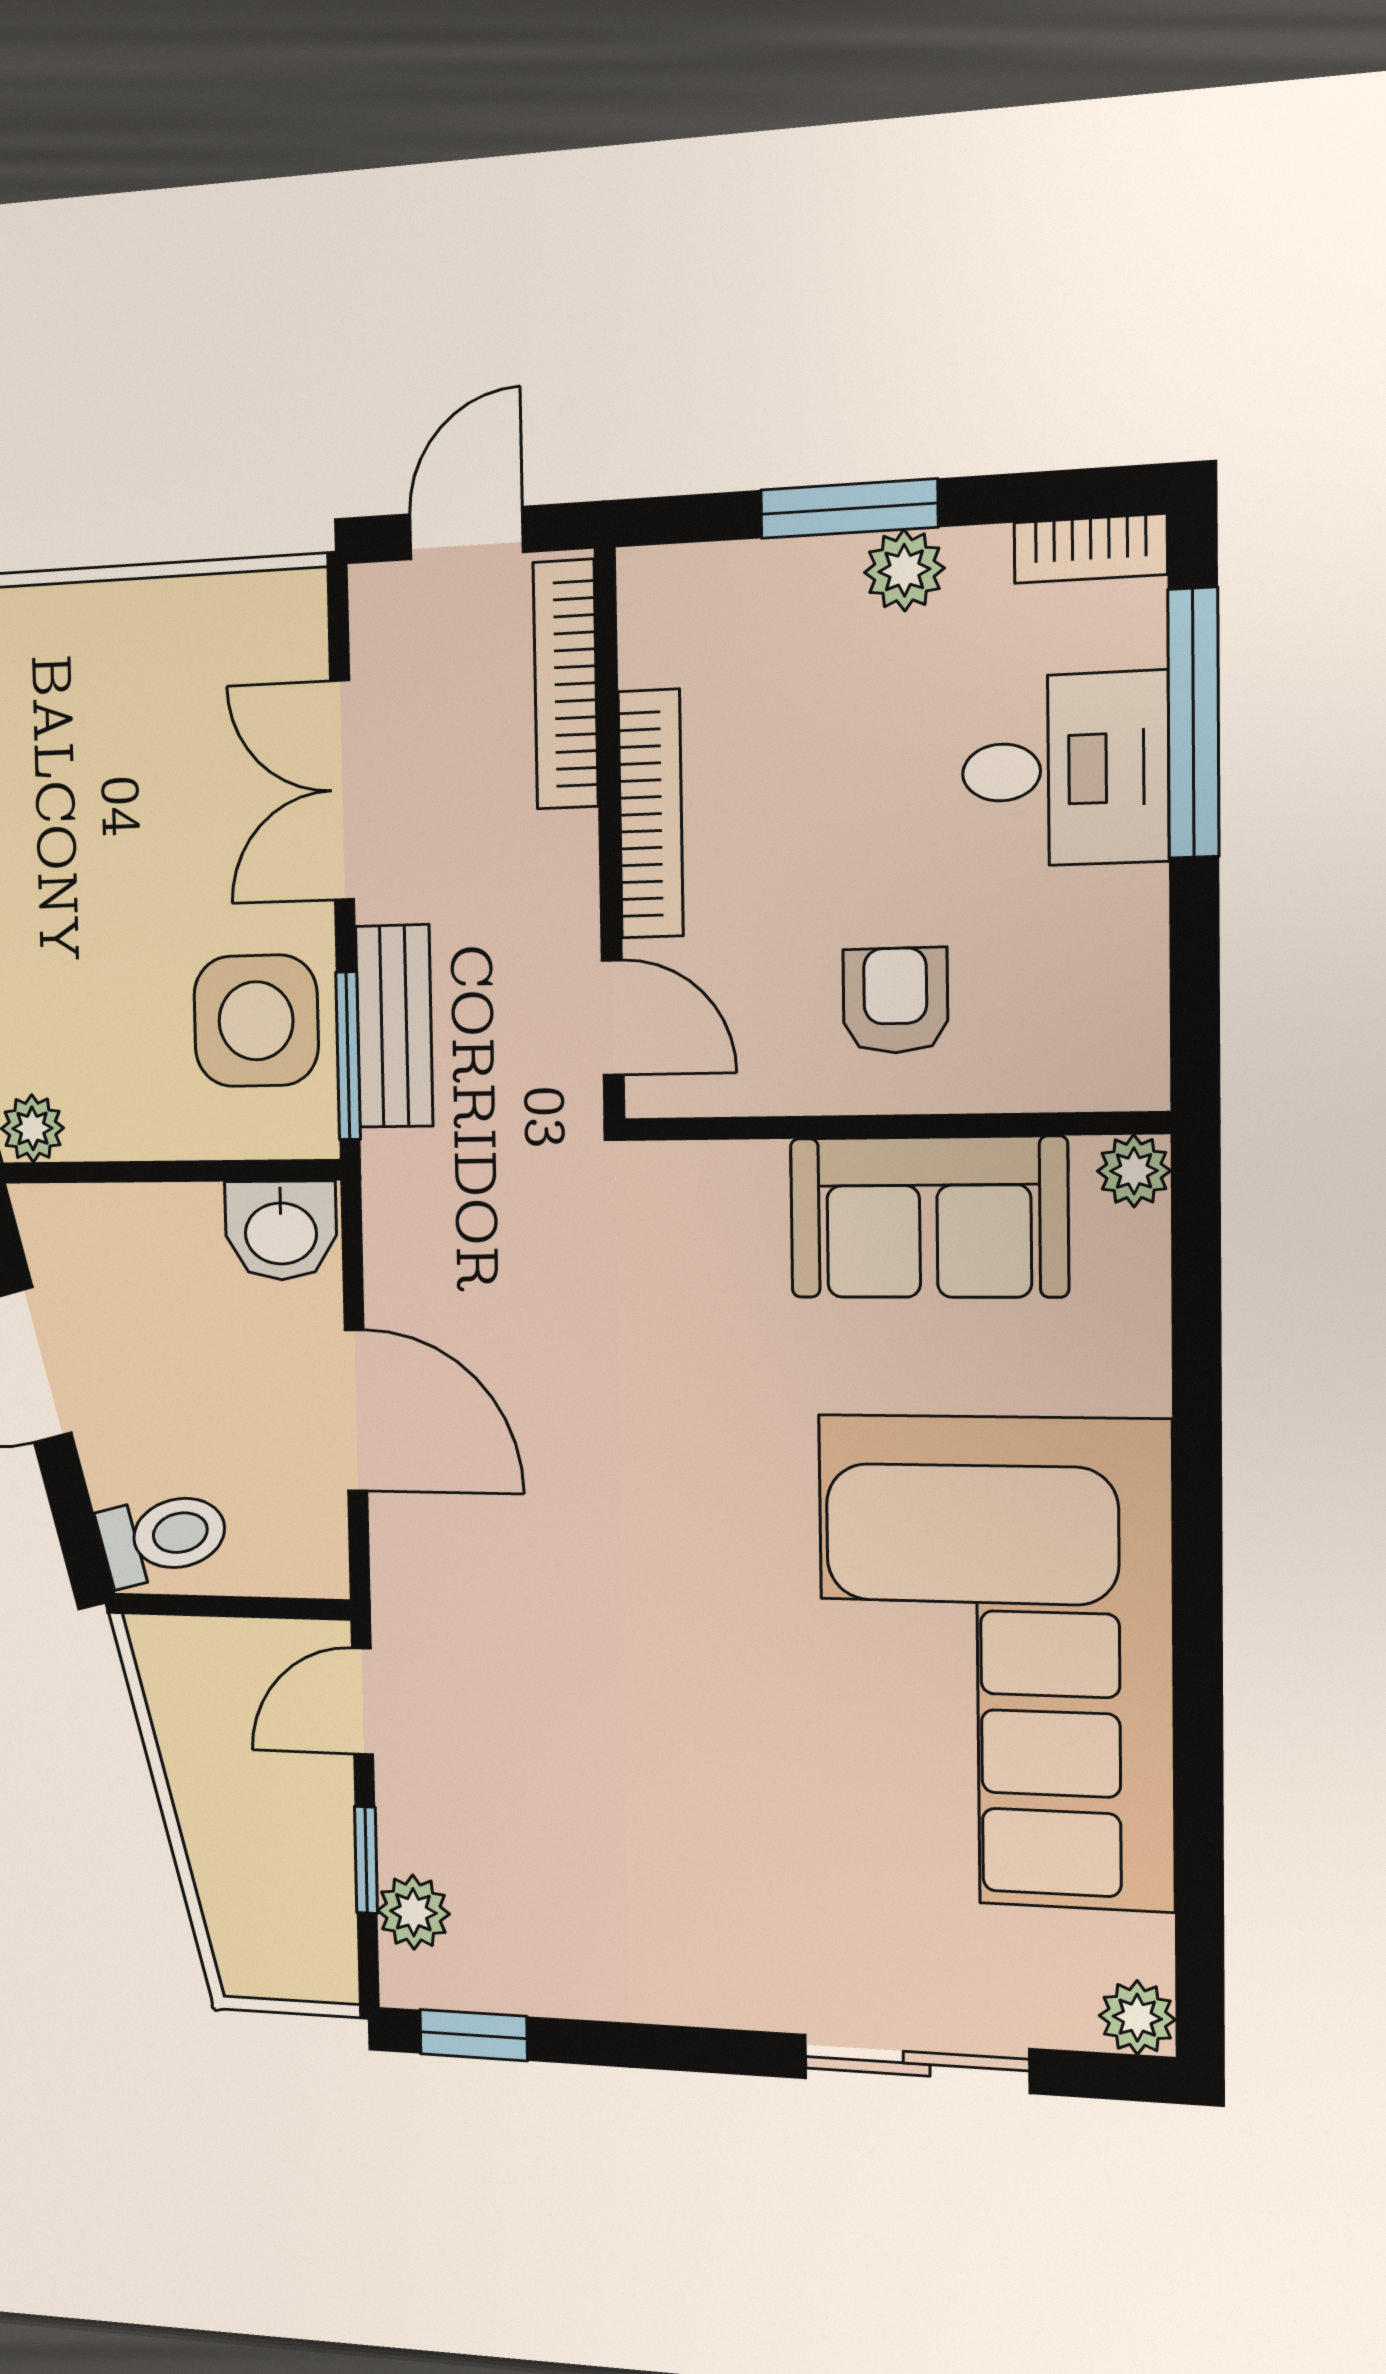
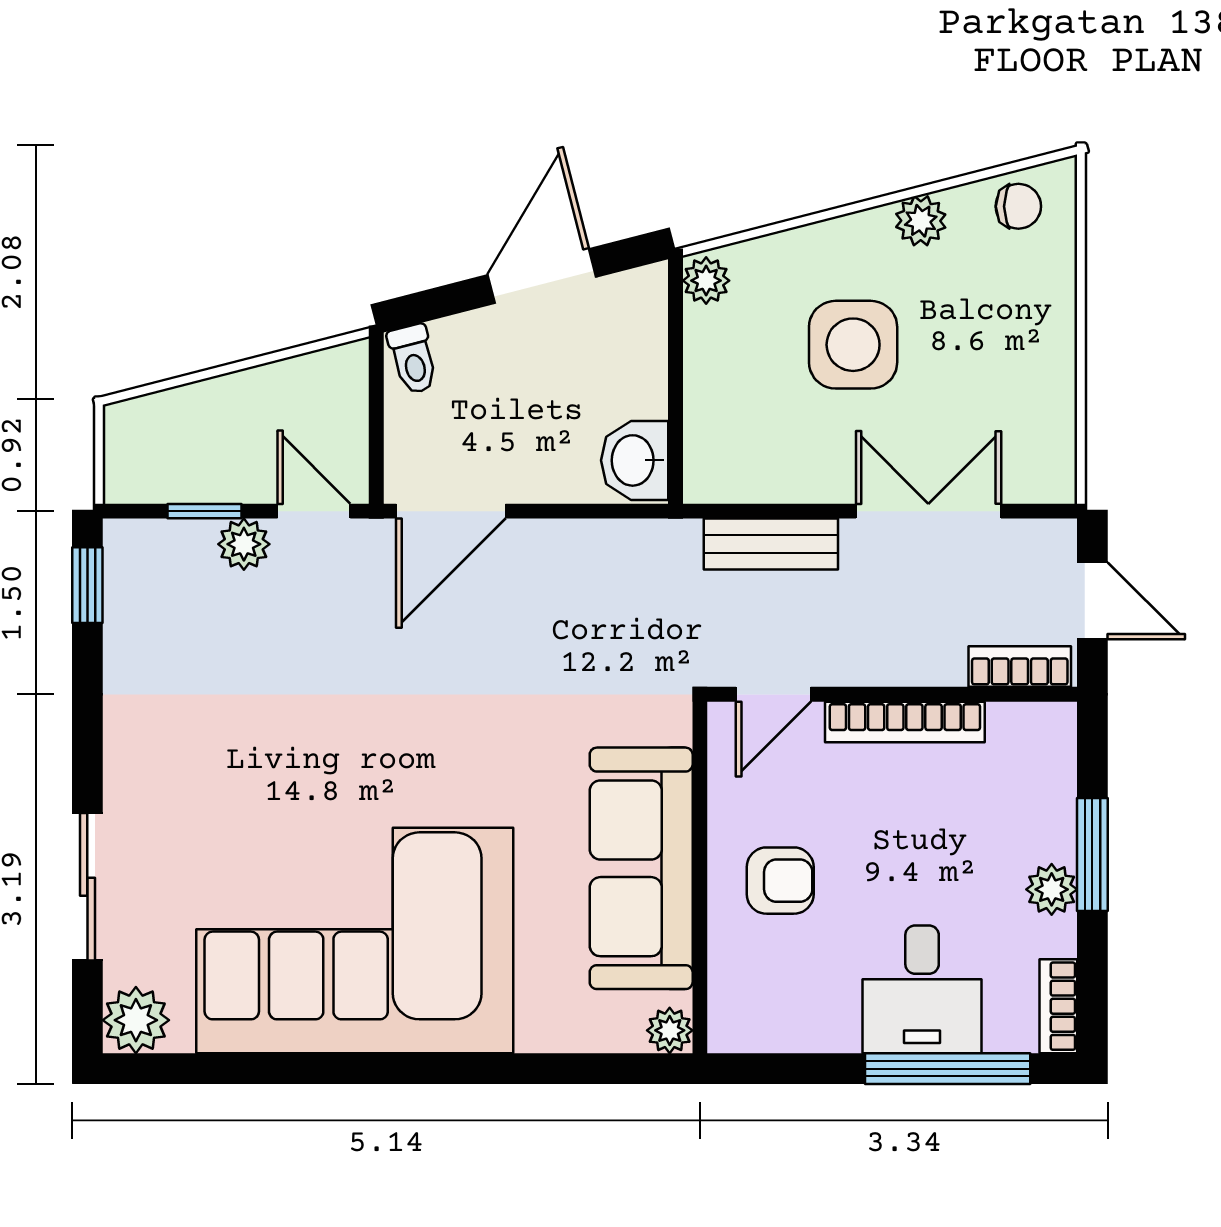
bookcase: (566, 684) -> (1020, 666), width x0.64
side table: (256, 1021) -> (853, 345), moved
window: (348, 1056) -> (752, 511), removed
sofa: (928, 1217) -> (641, 868), width x1.36
door: (356, 1410) -> (451, 511), moved
toilet: (164, 1537) -> (413, 359), width x0.73, depth x0.72
plant: (413, 1912) -> (244, 544), moved
plant: (1137, 2018) -> (136, 1020), width x1.38, depth x1.38

